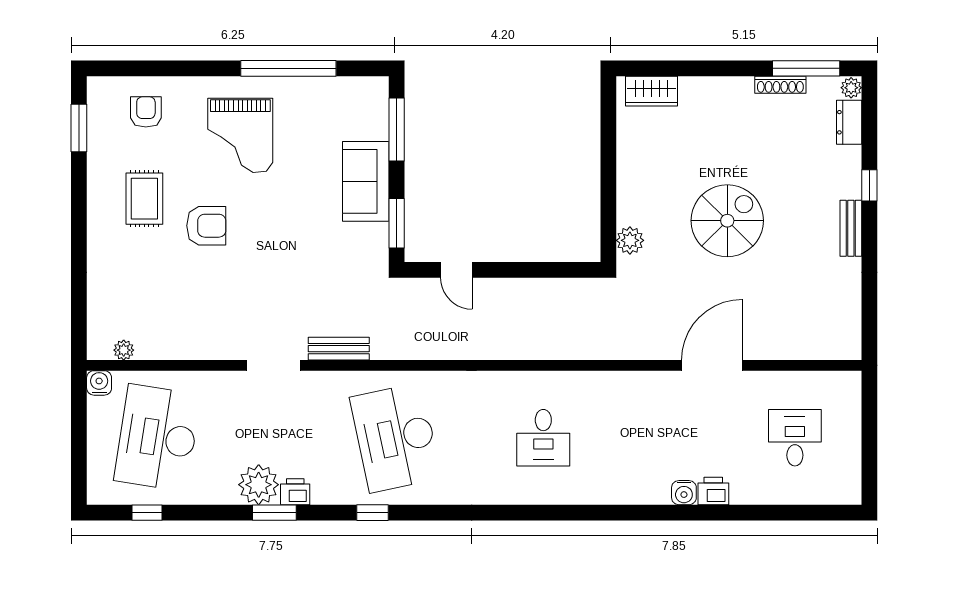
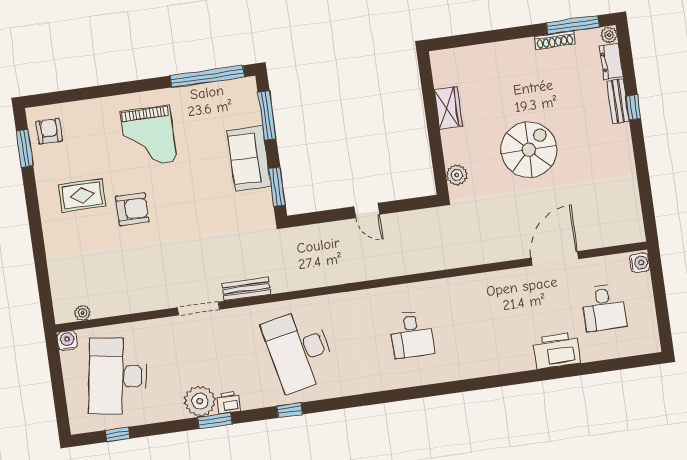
window: (288, 68) -> (207, 76), moved
wardrobe: (652, 91) -> (448, 108), moved, turned -90
armchair: (146, 112) -> (49, 131), moved
rug: (144, 199) -> (82, 195), turned 90
bench: (851, 228) -> (618, 101), moved
door: (456, 270) -> (367, 211), moved
door: (712, 365) -> (555, 258), moved
desk: (795, 438) -> (604, 308), turned 180
printer: (713, 491) -> (557, 351), width x1.87, depth x1.48
water cooler: (684, 493) -> (640, 263), moved, turned -90

